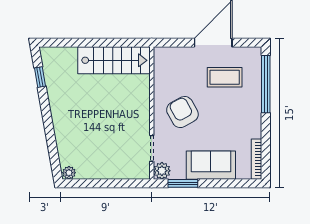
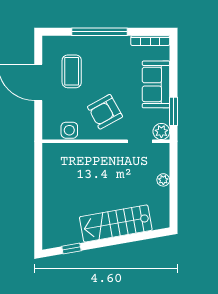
stairs: (114, 60) -> (116, 224), moved, turned -100
side table: (163, 75) -> (69, 130), added
window: (266, 84) -> (99, 32), moved
plant: (69, 173) -> (163, 180), moved

